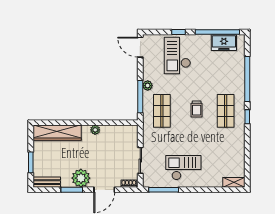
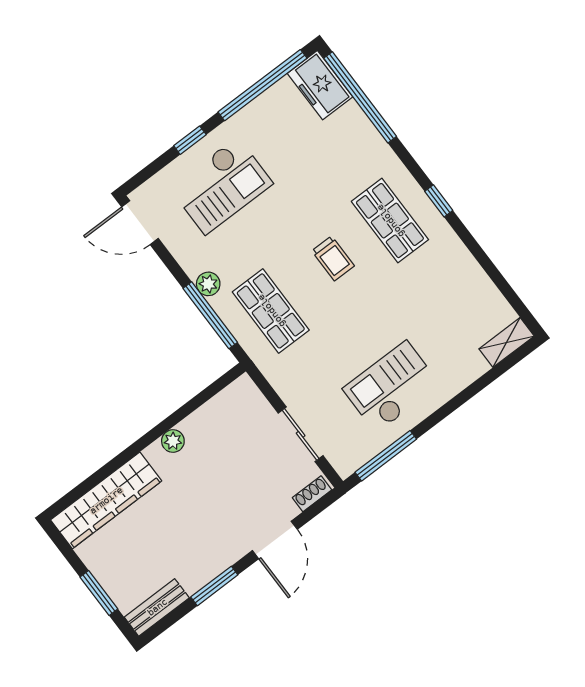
freezer: (224, 42) -> (320, 85), moved, turned 90
checkout: (177, 56) -> (221, 186), turned -90
window: (247, 79) -> (360, 97), moved
plant: (81, 178) -> (215, 551), removed

